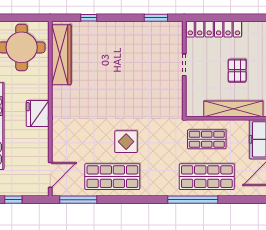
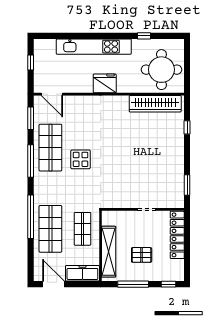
window: (78, 200) -> (31, 118), width x0.69
window: (128, 200) -> (31, 161), added

